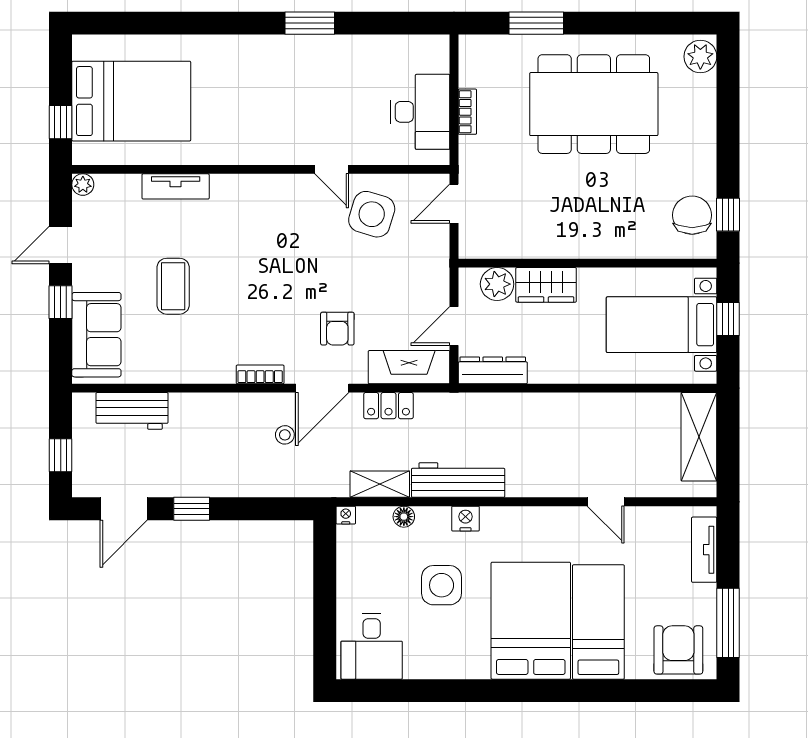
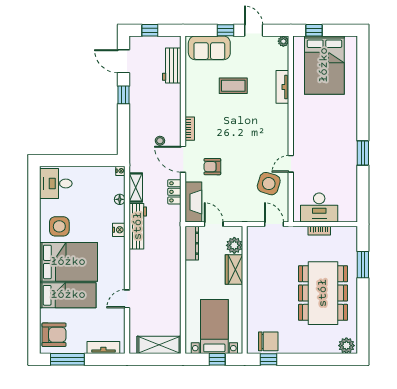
side table: (442, 585) -> (59, 226), moved

